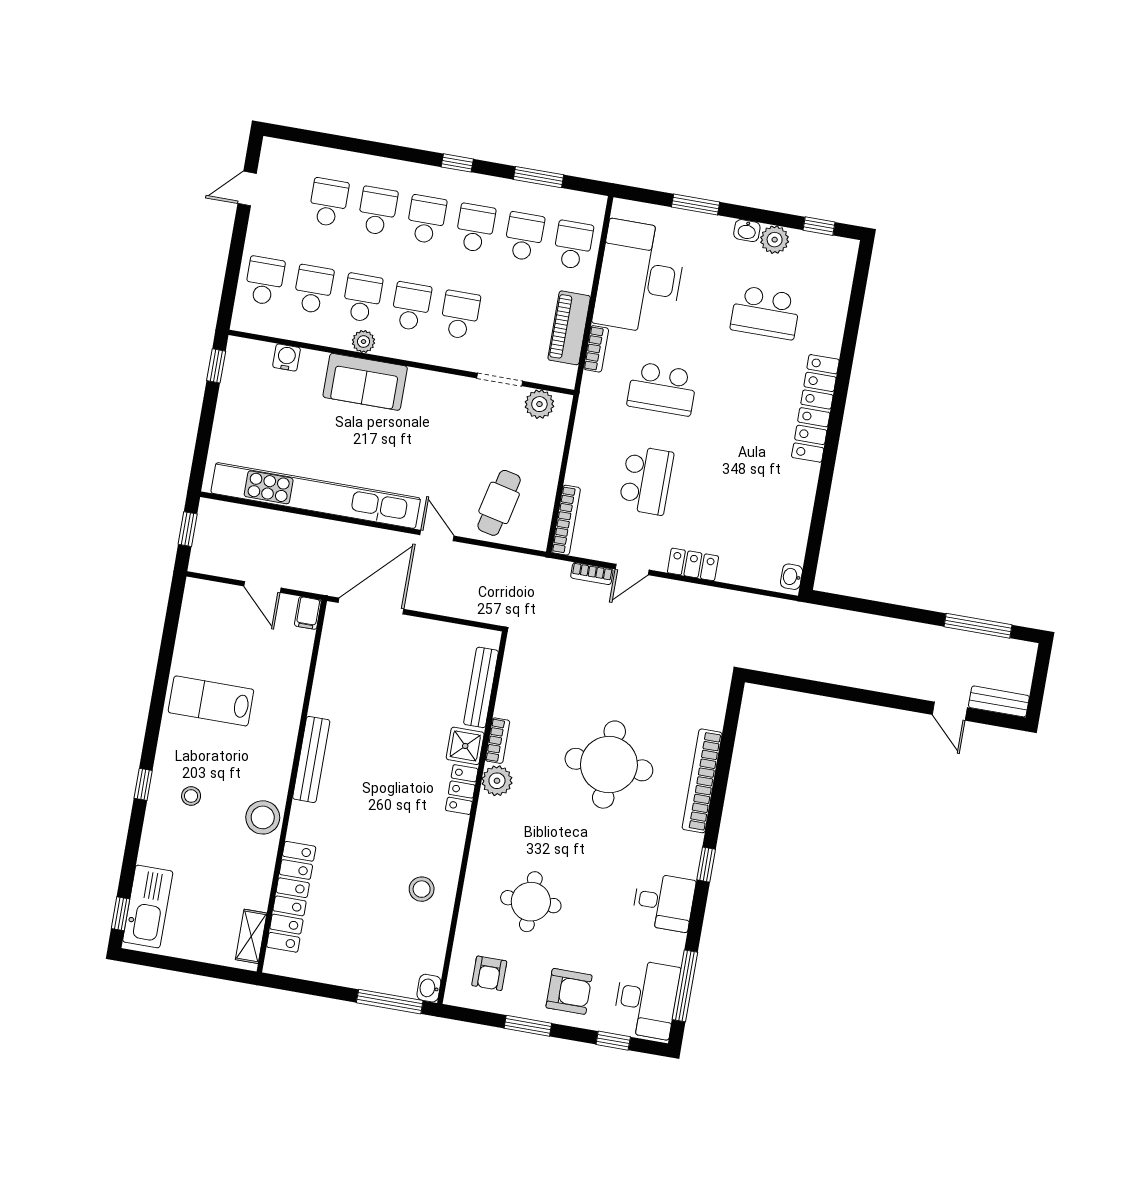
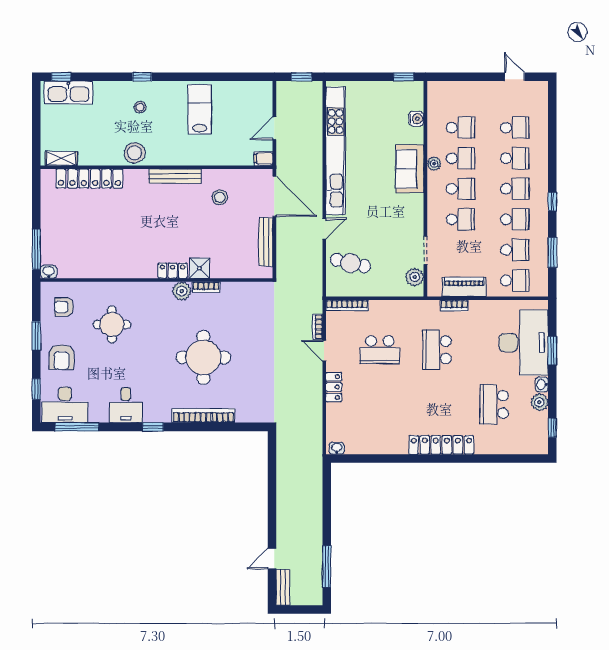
desk: (640, 277) -> (524, 343), moved, turned 90
school desk: (264, 281) -> (460, 97), removed
bench: (481, 687) -> (266, 242), moved, turned 90
stool: (422, 889) -> (220, 197), moved

